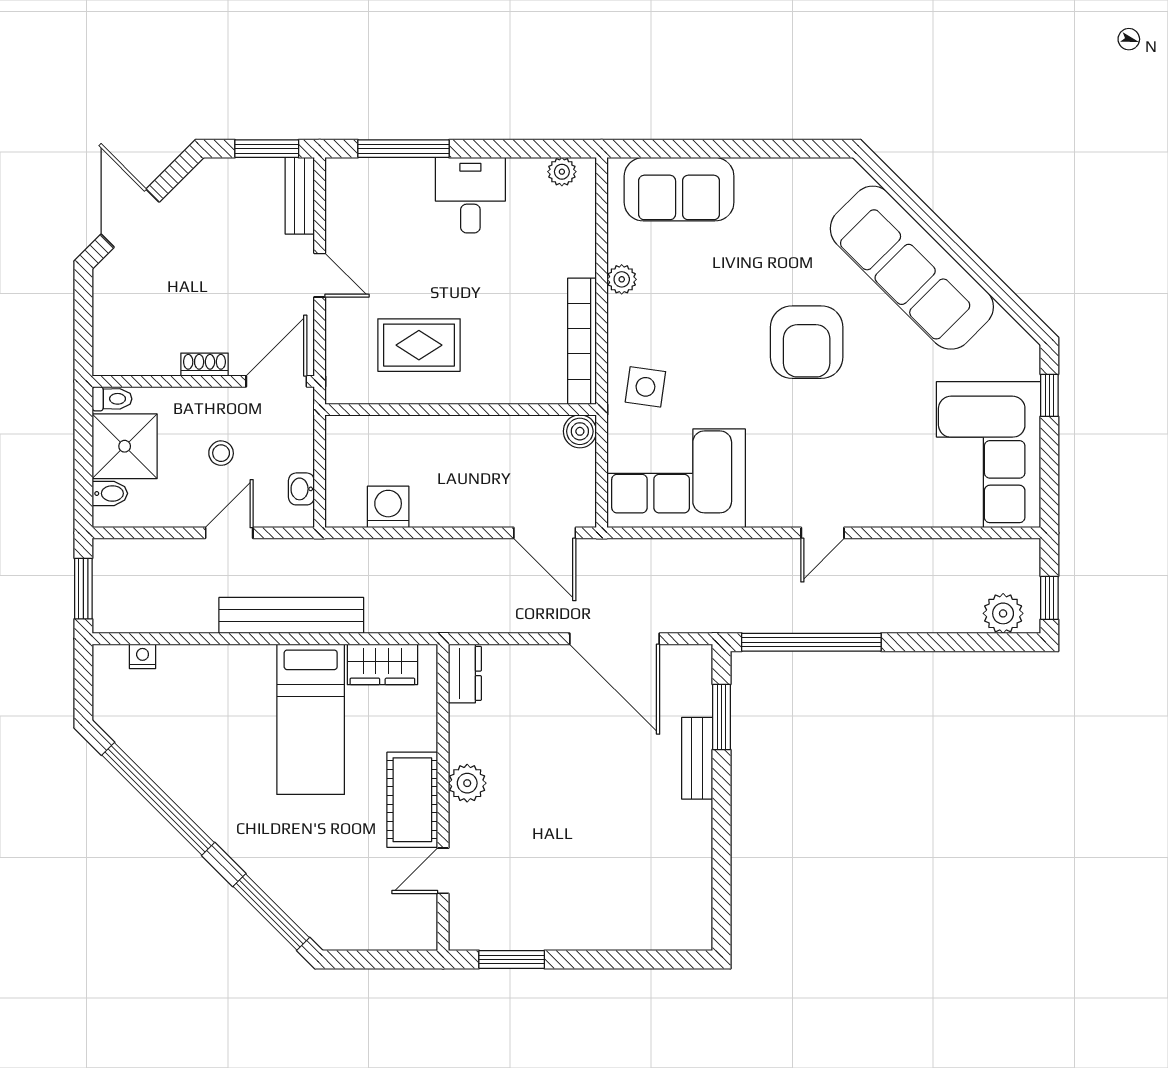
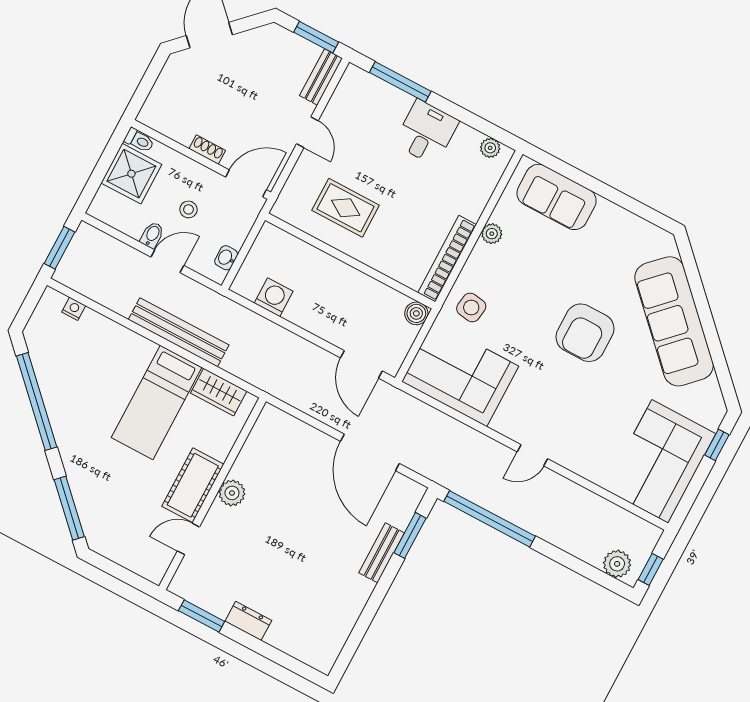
bidet: (110, 493) -> (152, 235), moved, turned -90
dresser: (465, 673) -> (248, 621), moved, turned -90

